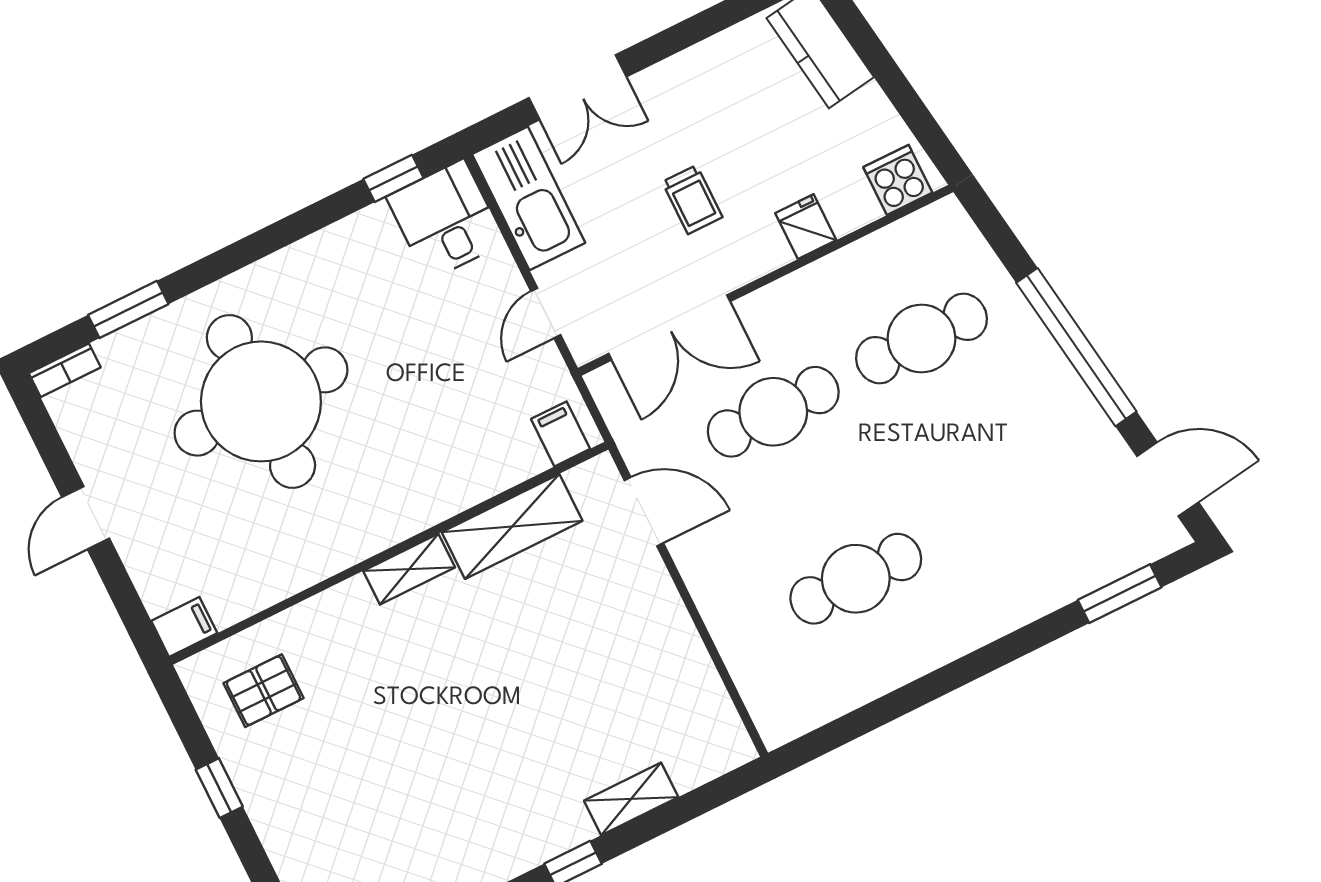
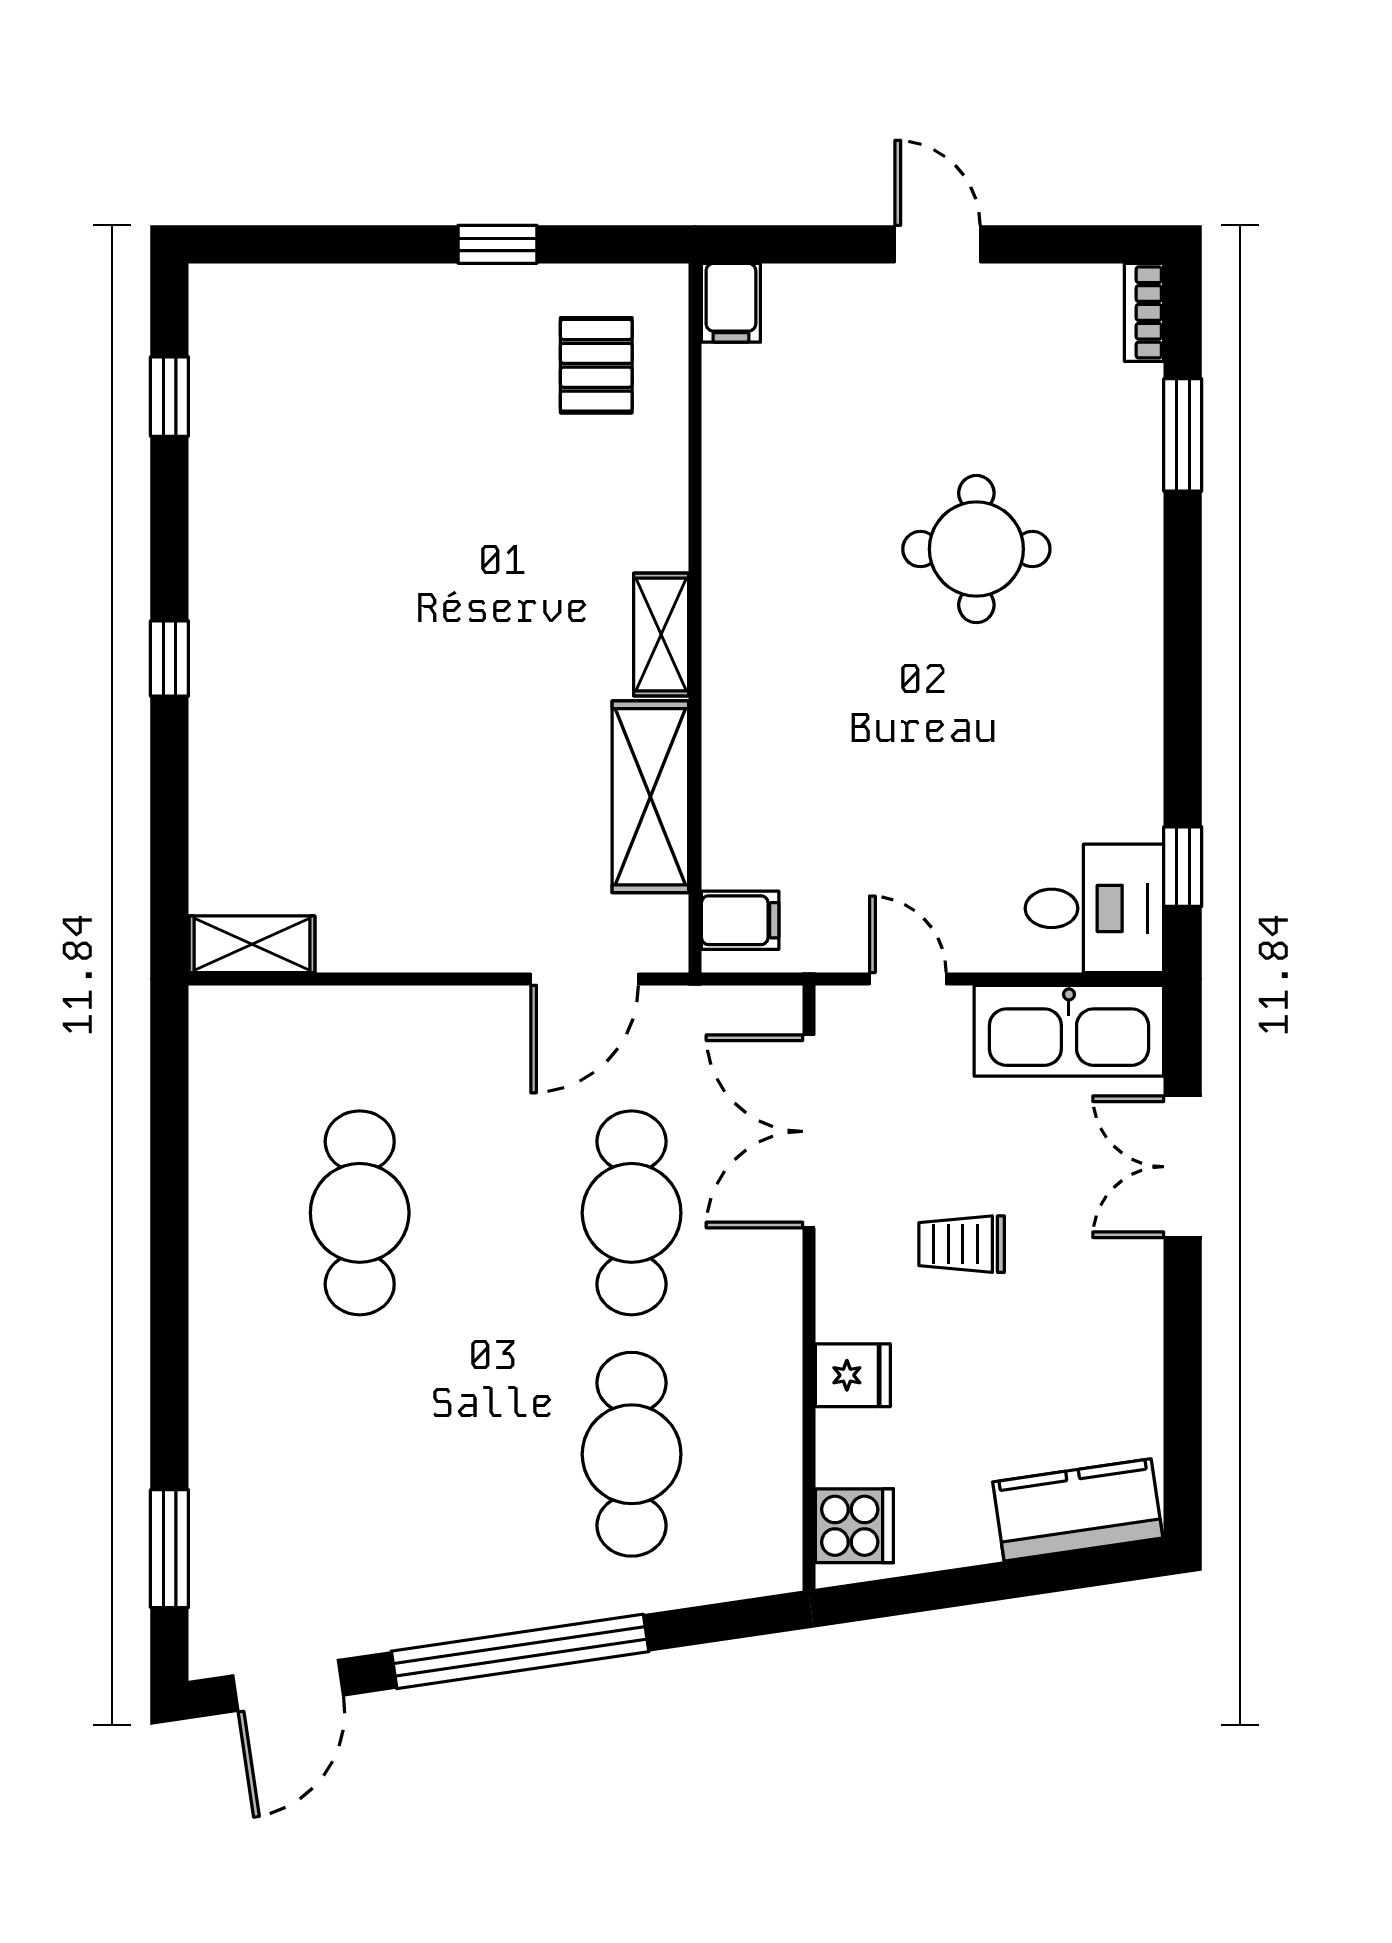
round table: (261, 401) -> (976, 549), width x0.54, depth x0.54
shelving: (631, 799) -> (252, 944), moved, turned 90

